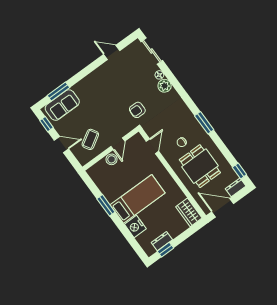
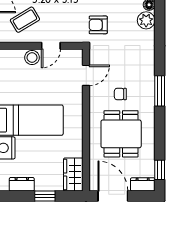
window: (165, 250) -> (45, 196), moved

